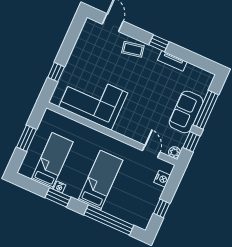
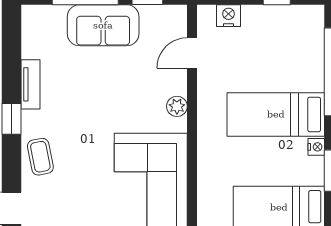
plant: (174, 152) -> (177, 106), moved
nightstand: (59, 187) -> (316, 147), moved

